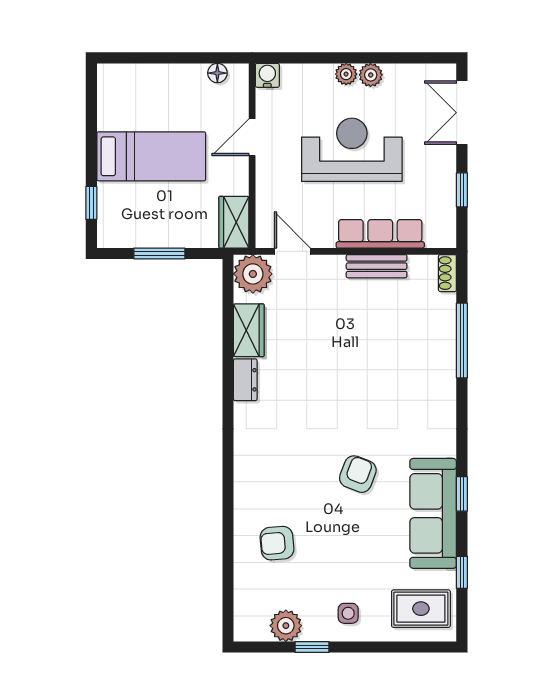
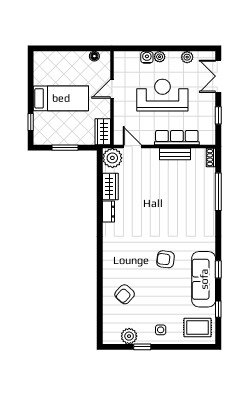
water cooler: (267, 75) -> (147, 57), moved
plant: (371, 75) -> (187, 57), moved
armchair: (358, 474) -> (166, 259), turned -104
armchair: (277, 543) -> (125, 294), turned -43

